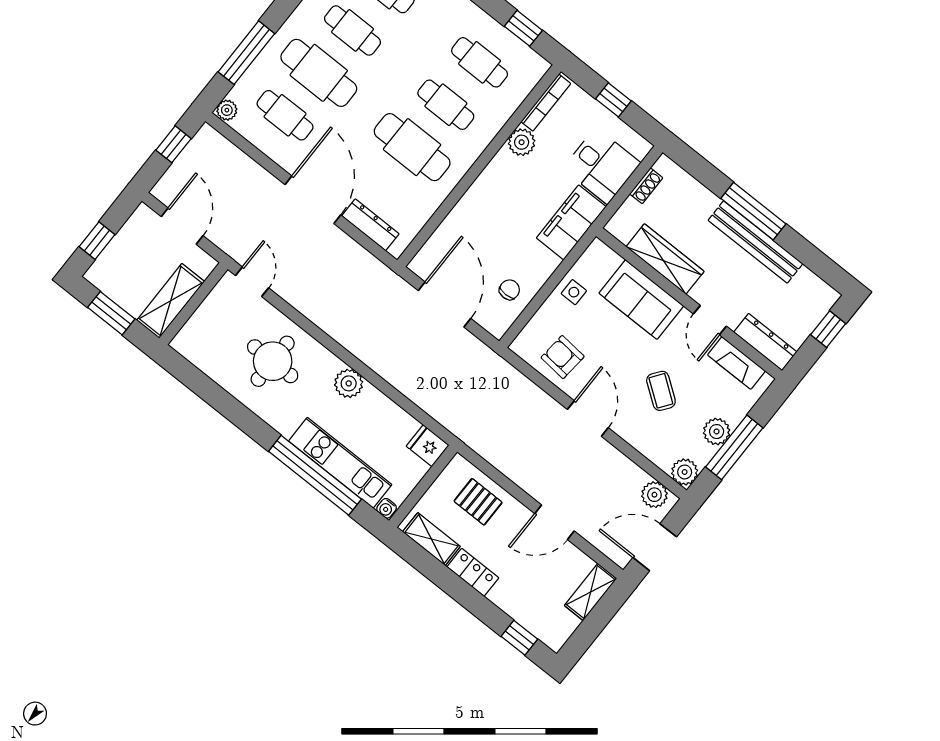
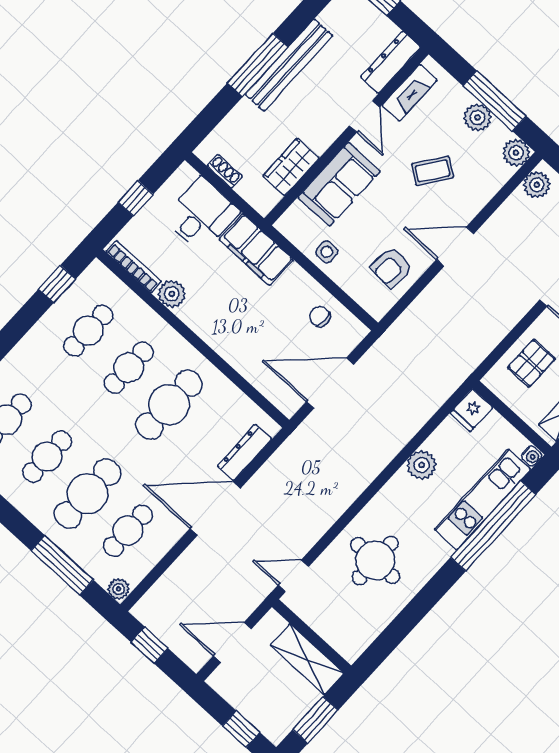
wardrobe: (665, 259) -> (291, 167), width x0.67
door: (710, 320) -> (365, 116), hinge flipped
plant: (349, 383) -> (422, 465), moved

